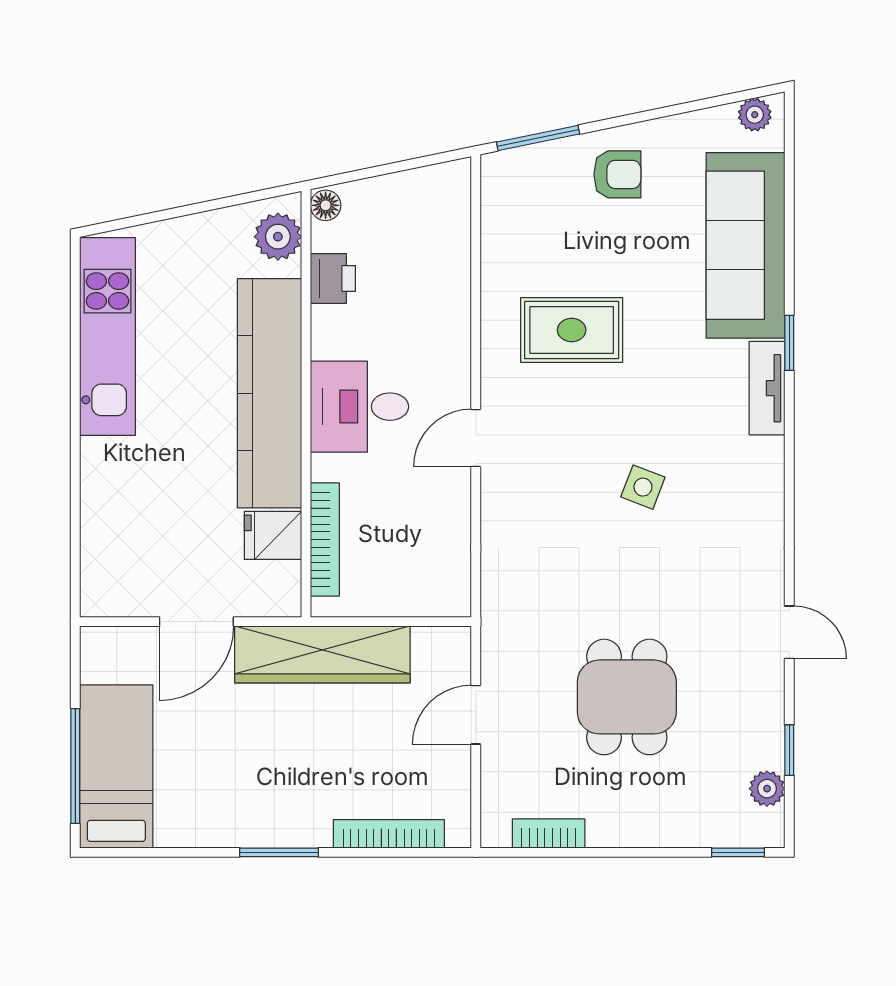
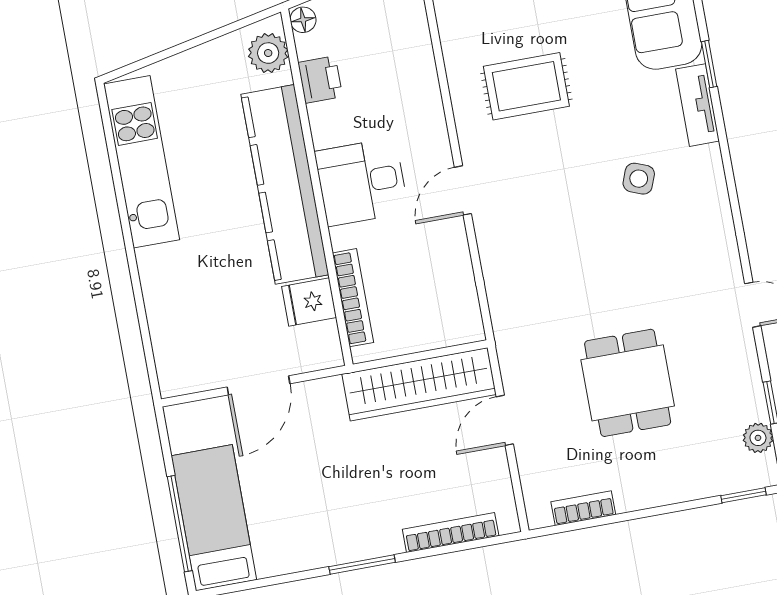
side table: (643, 487) -> (639, 179), moved
wardrobe: (322, 654) -> (419, 384), moved

